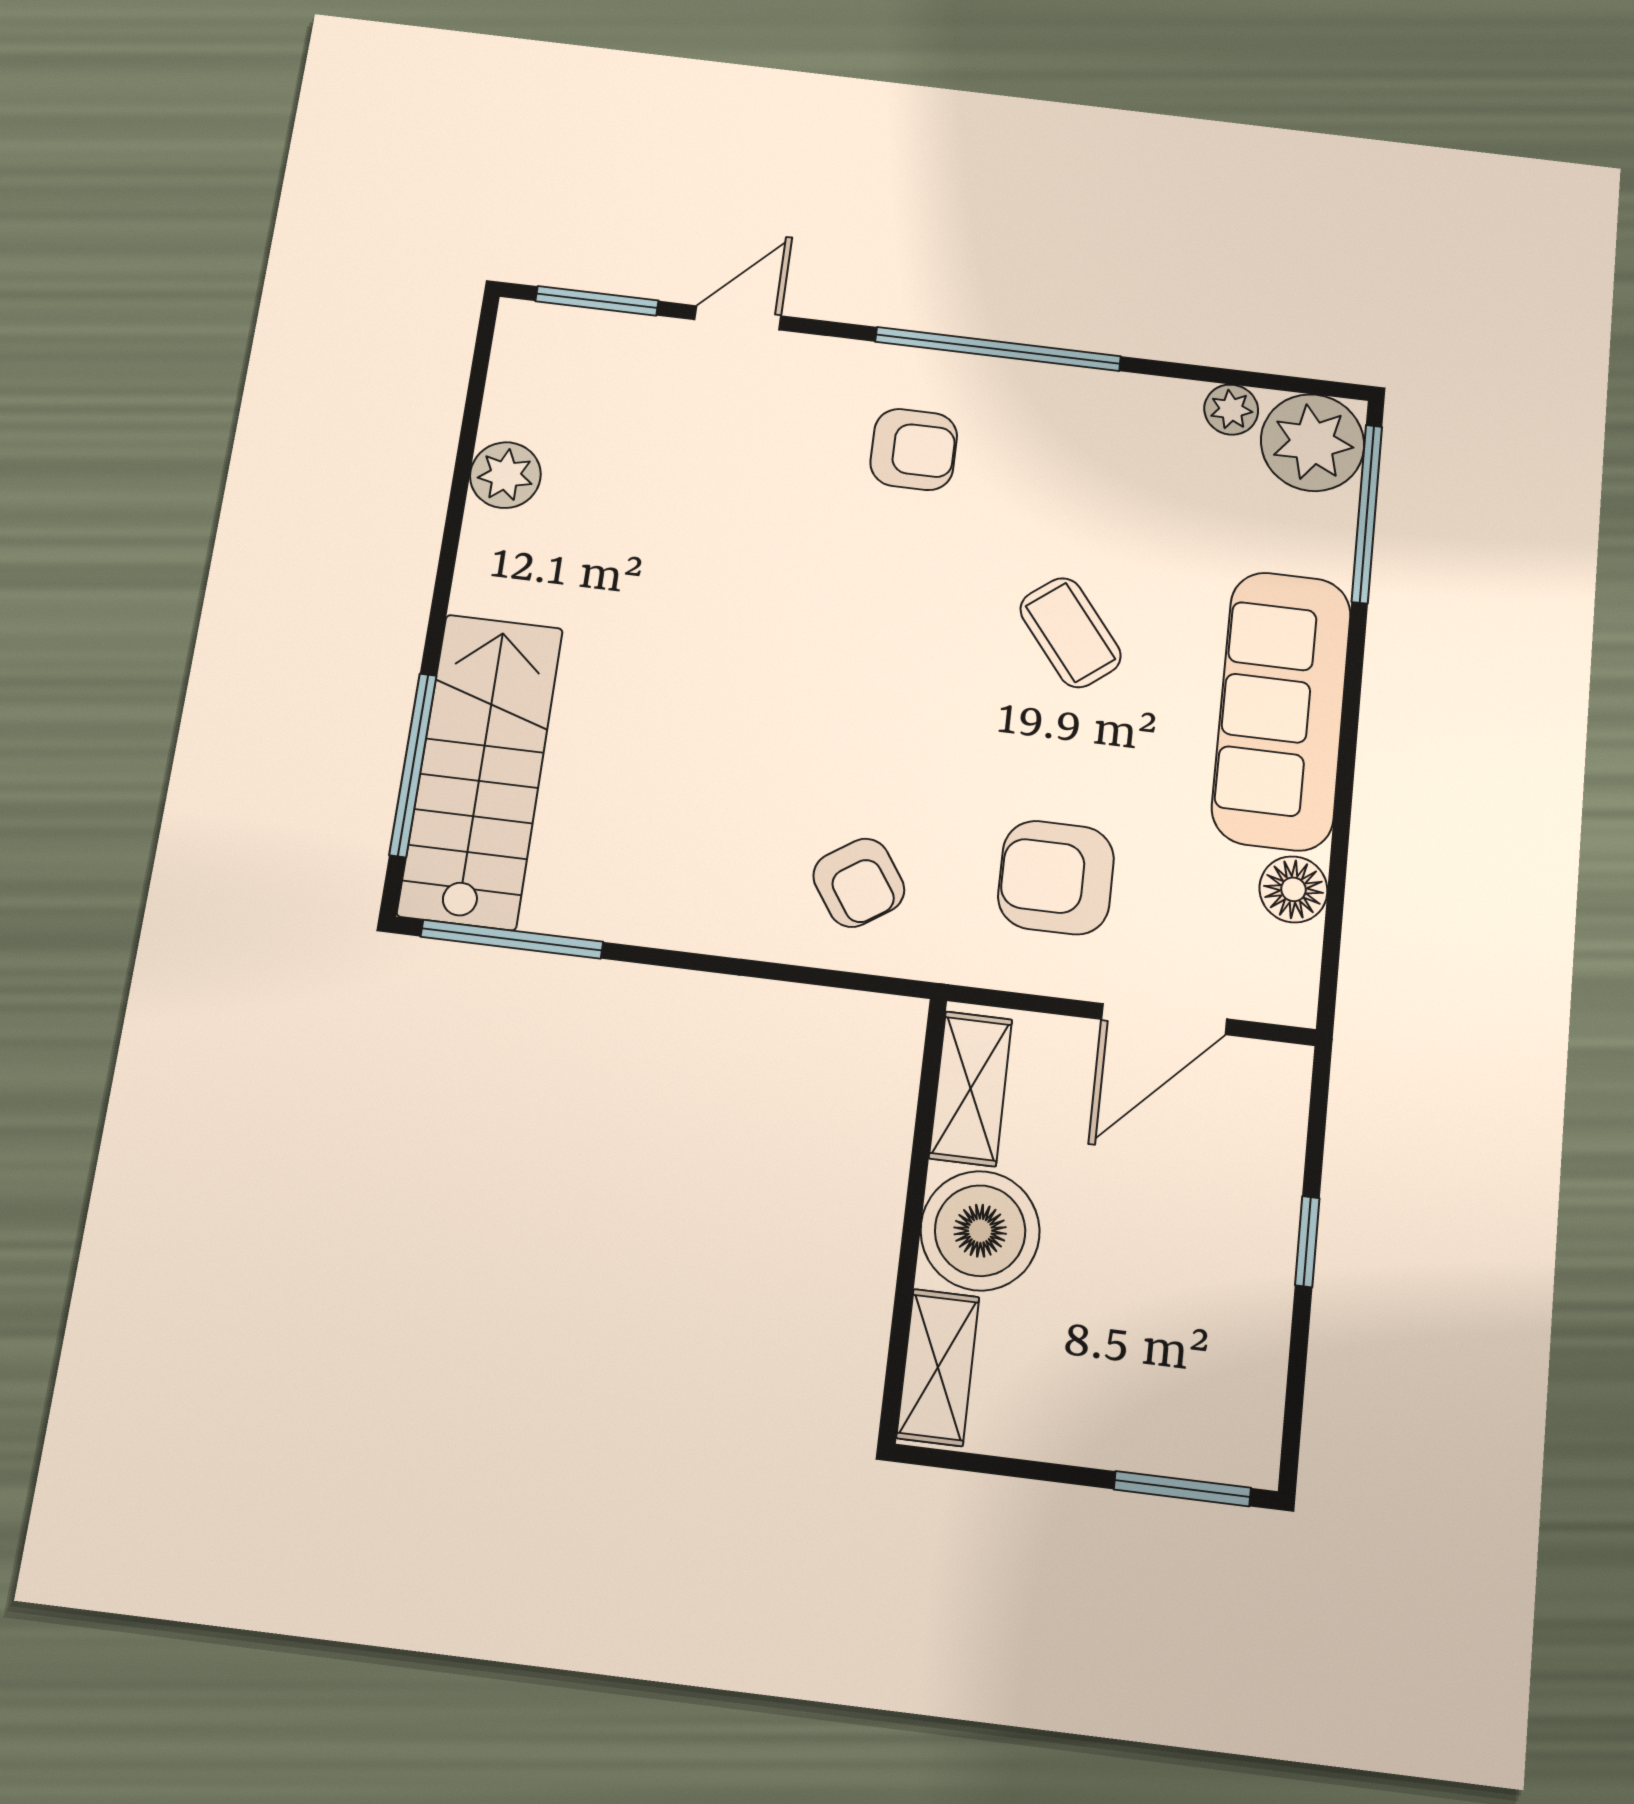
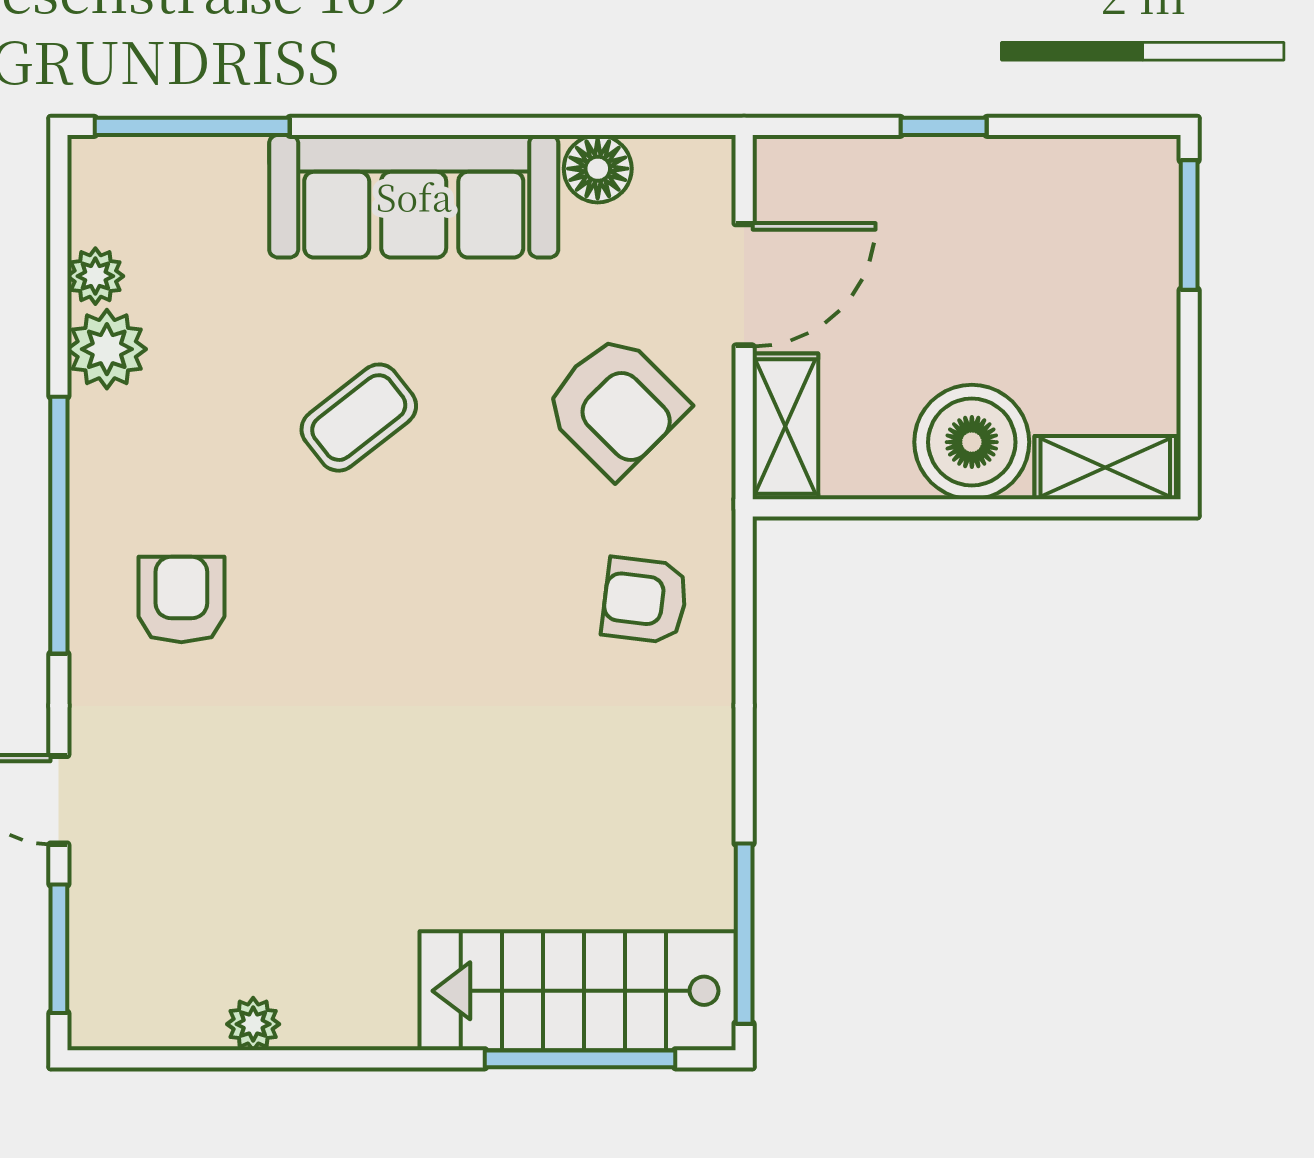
plant: (1313, 443) -> (107, 349), moved, width x0.73, depth x0.73
plant: (505, 475) -> (253, 1024), width x0.73, depth x0.73
armchair: (1056, 878) -> (615, 406), turned -45
armchair: (859, 883) -> (645, 600), turned -139
door: (1164, 1019) -> (744, 285), hinge flipped
shelving: (971, 1089) -> (785, 426), moved, turned 90

